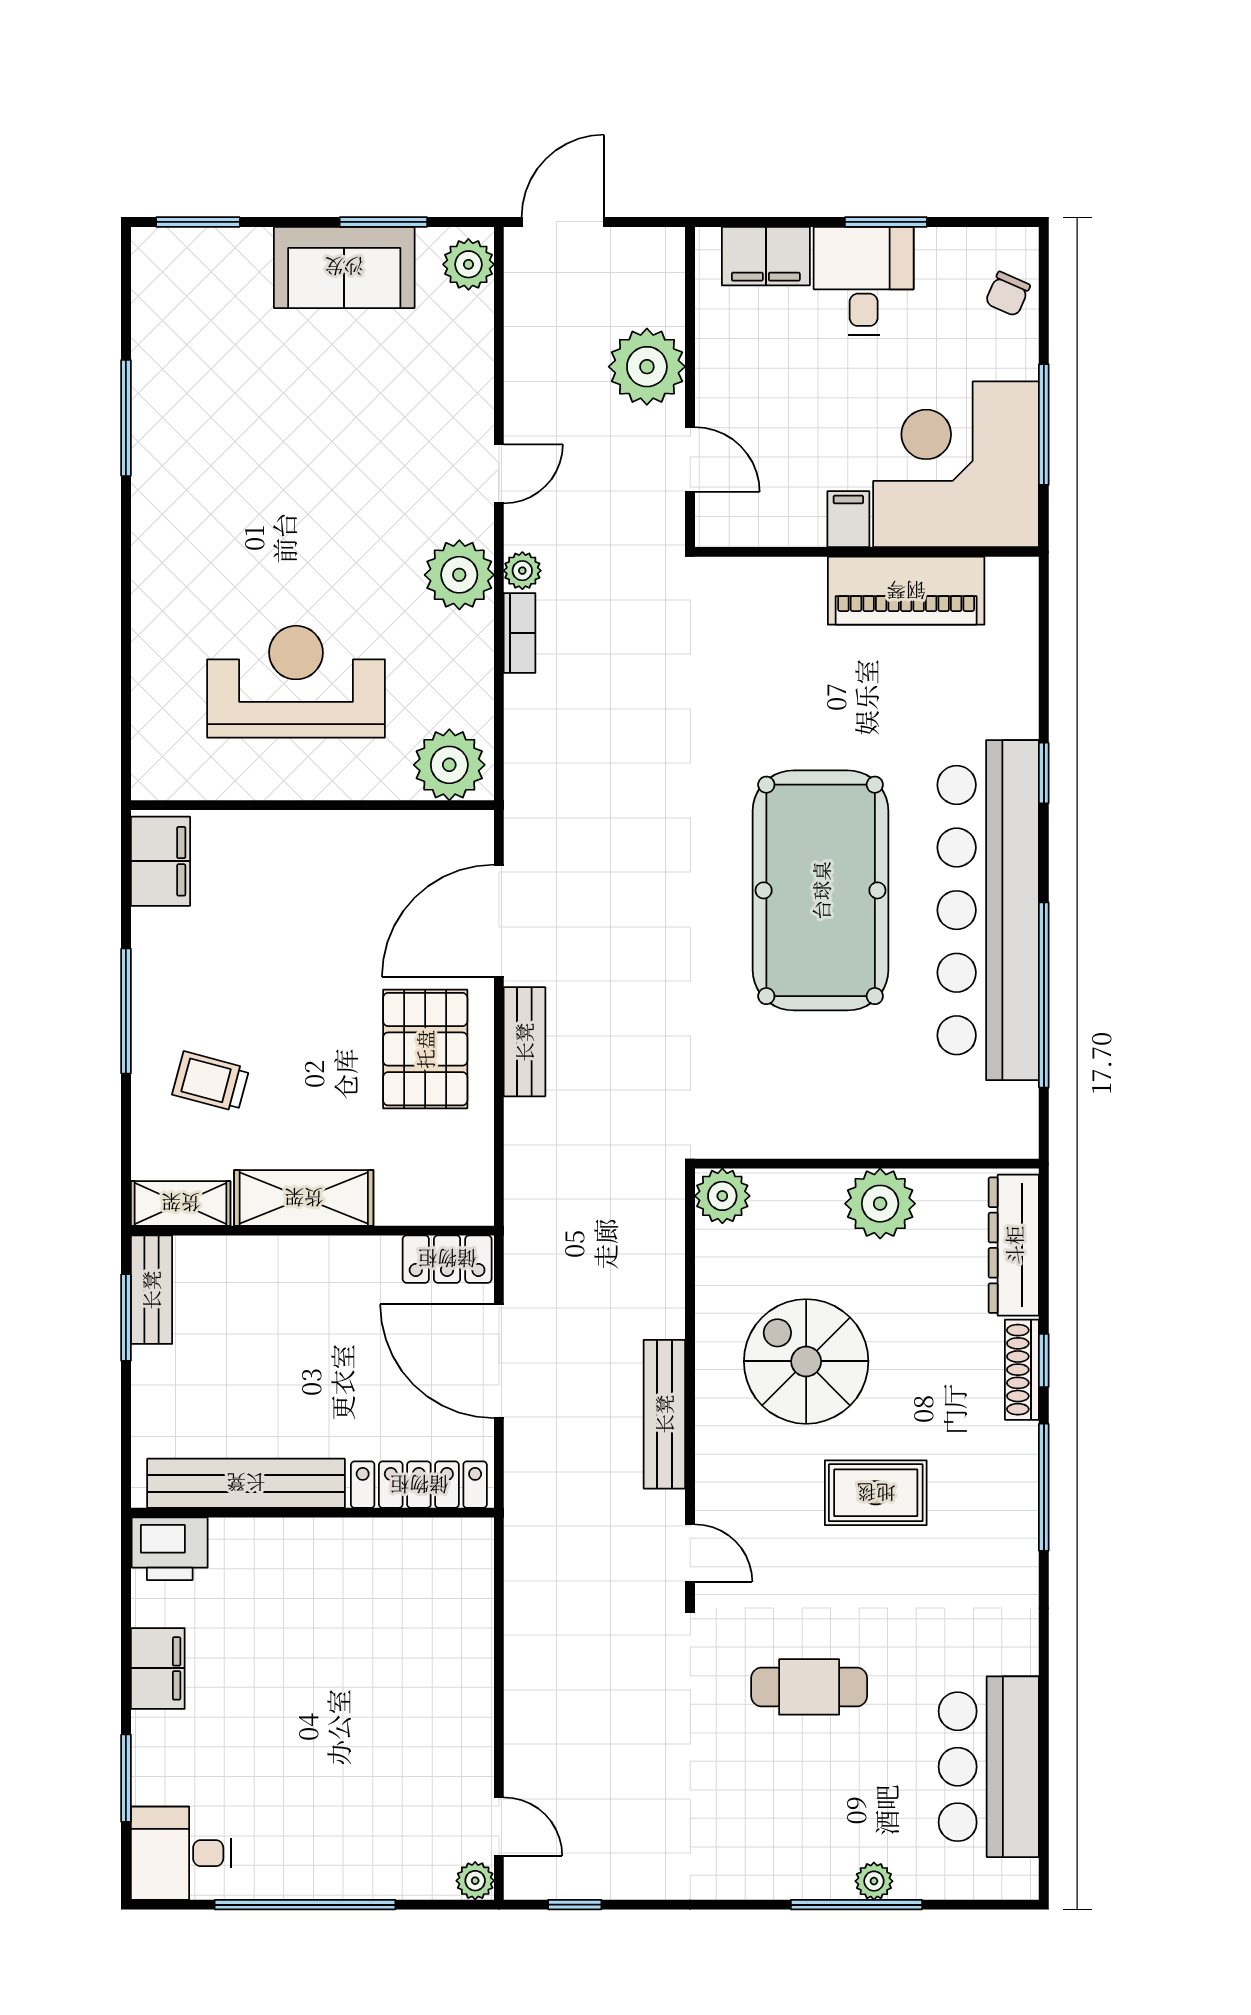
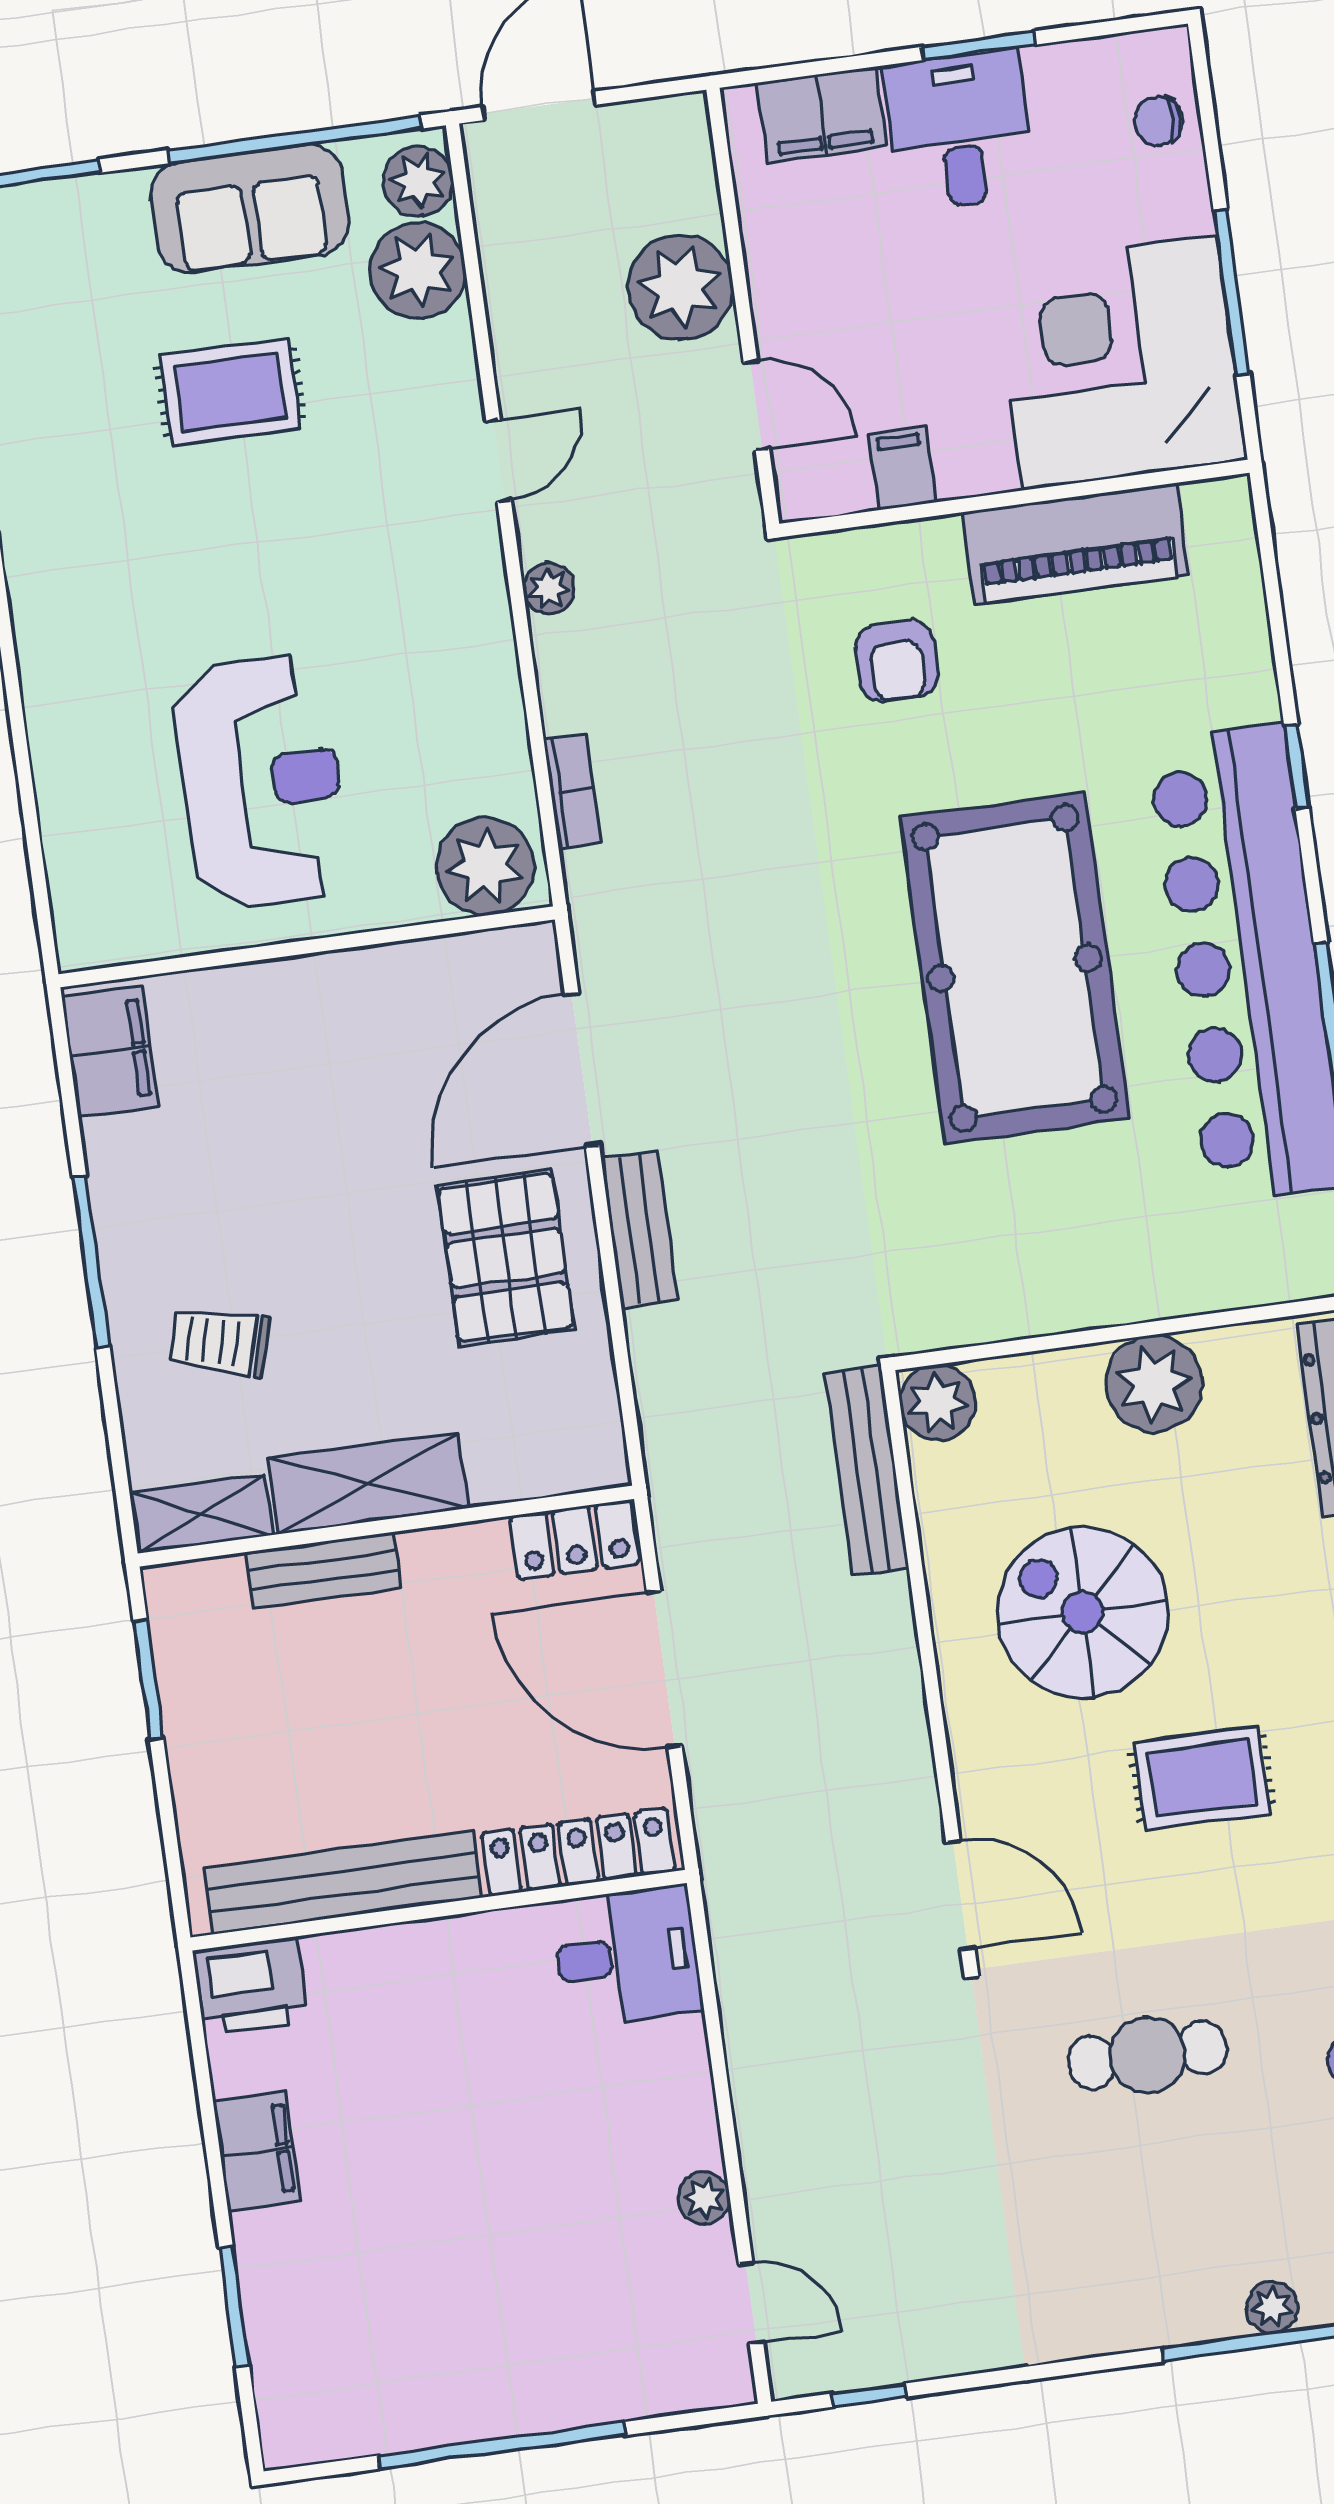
window: (383, 222) -> (294, 139), width x2.11
chair: (1008, 294) -> (1158, 121), turned 66
rug: (312, 398) -> (230, 392), added
filing cabinet: (848, 519) -> (902, 468), moved
plant: (459, 575) -> (418, 270), moved
bookcase: (520, 633) -> (573, 791), moved
armchair: (766, 657) -> (897, 661), added
reception desk: (296, 682) -> (261, 782), turned 90
bench: (151, 1290) -> (324, 1570), moved, turned 90
bench: (664, 1414) -> (867, 1471), moved
door: (690, 1553) -> (960, 1895), width x1.38
desk: (181, 1853) -> (627, 1956), moved, turned 180
plant: (475, 1881) -> (704, 2198), moved

